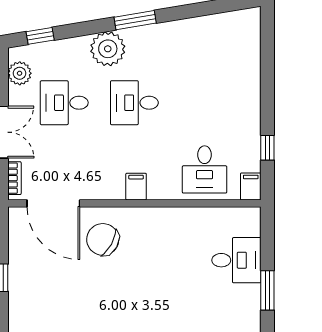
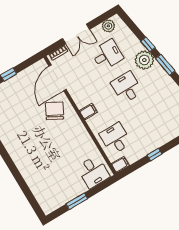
window: (40, 36) -> (148, 44), moved
desk: (64, 103) -> (107, 55), turned 90
window: (267, 148) -> (154, 155), moved
desk: (205, 169) -> (115, 138), turned 90
desk: (236, 260) -> (93, 172), moved

